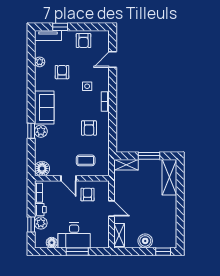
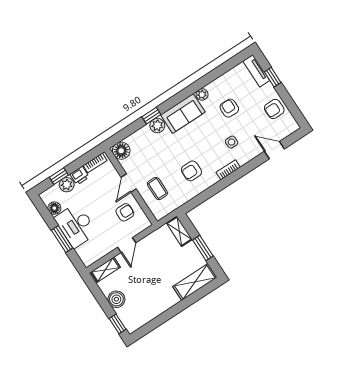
plant: (40, 62) -> (202, 94), moved
armchair: (62, 72) -> (229, 108), turned -90

